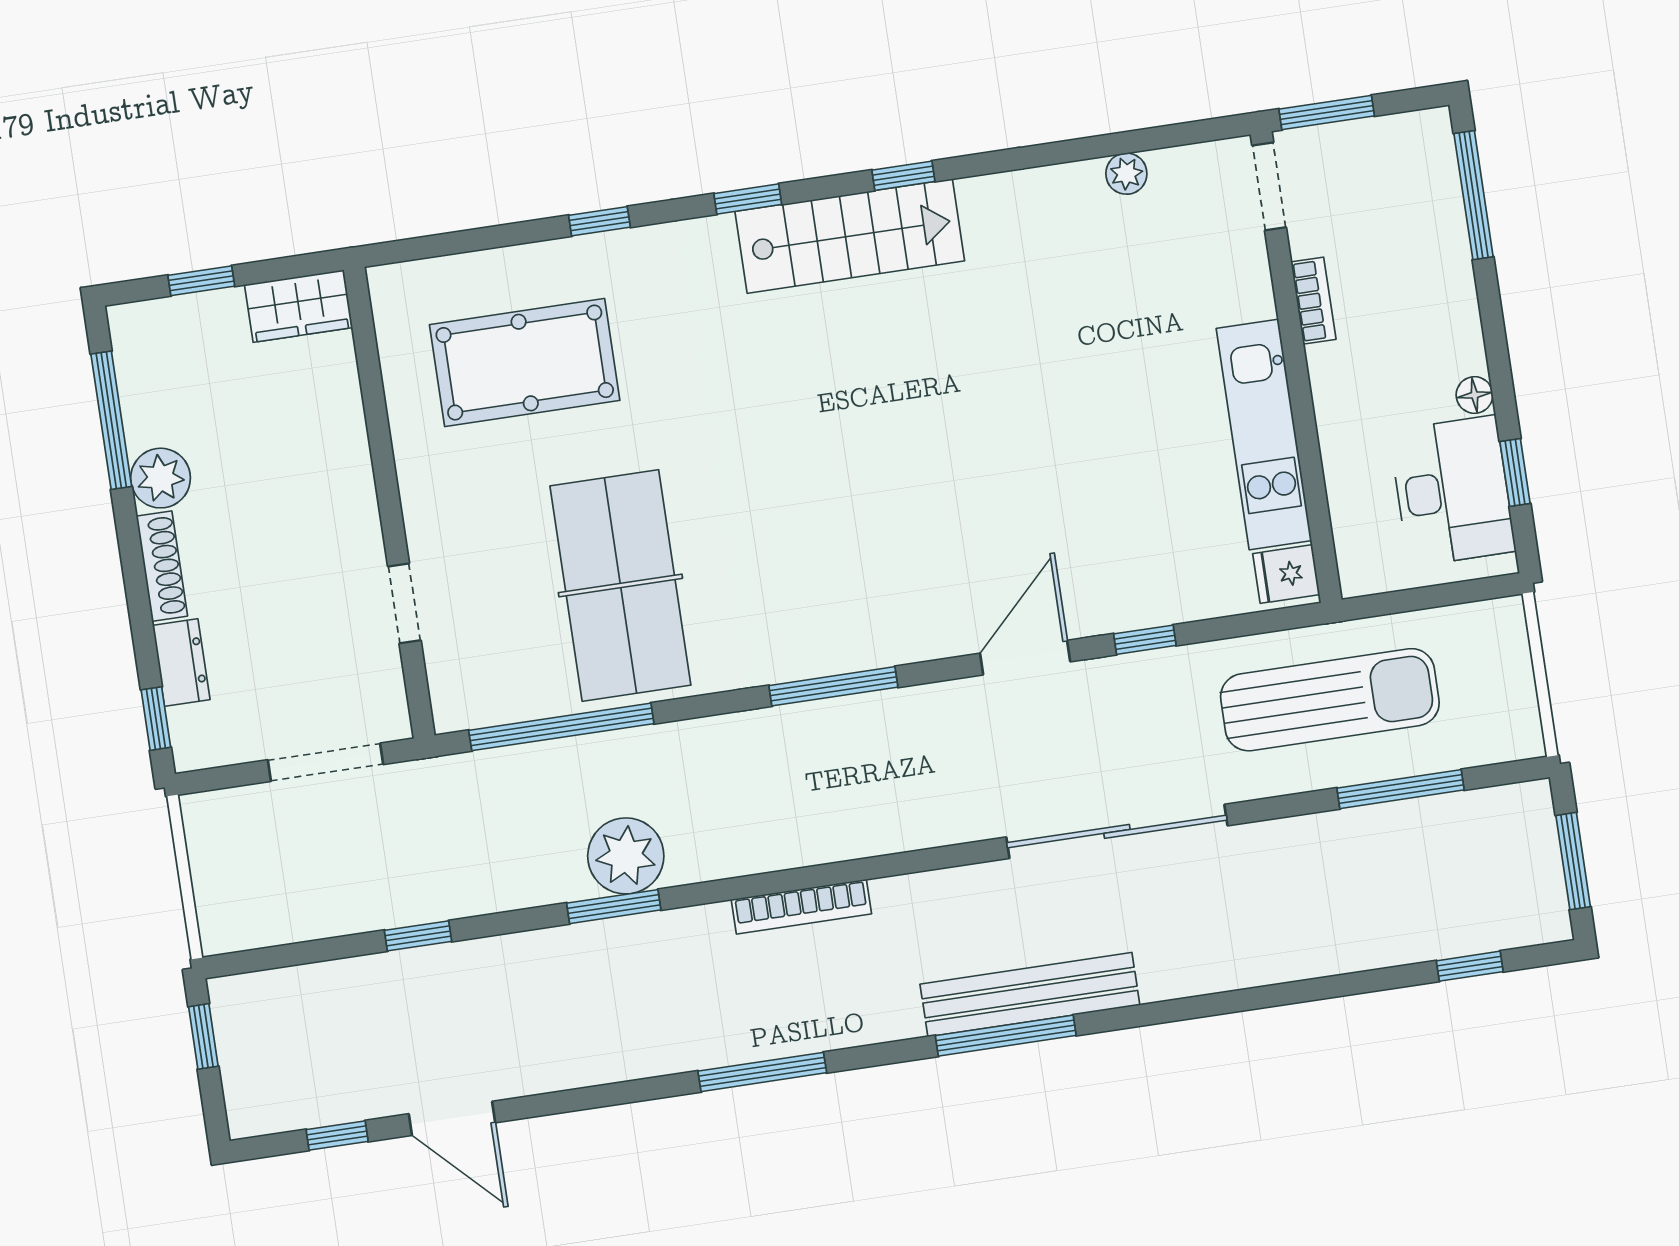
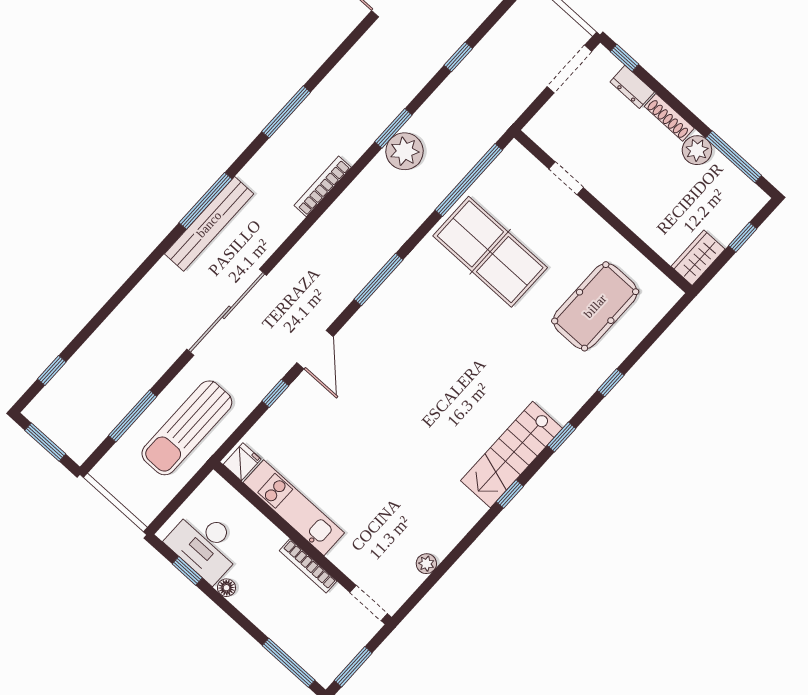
window: (1327, 113) -> (353, 667), moved
bookcase: (1313, 301) -> (308, 566), width x1.56
doorway: (326, 762) -> (569, 69), moved

